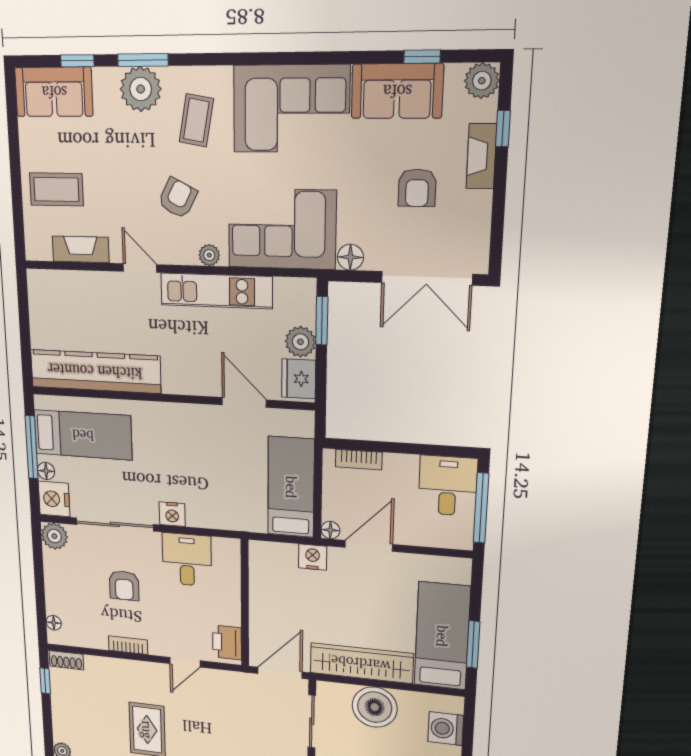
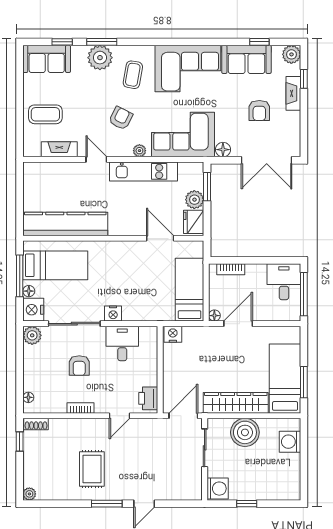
nightstand: (313, 557) -> (173, 334), moved

